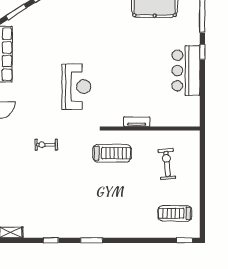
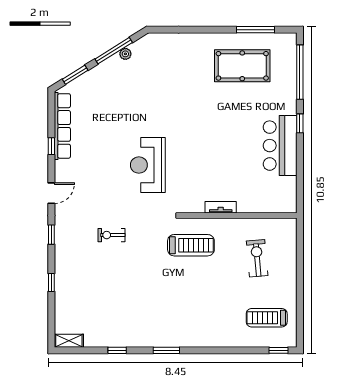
reception desk: (76, 87) -> (148, 165), turned 180

